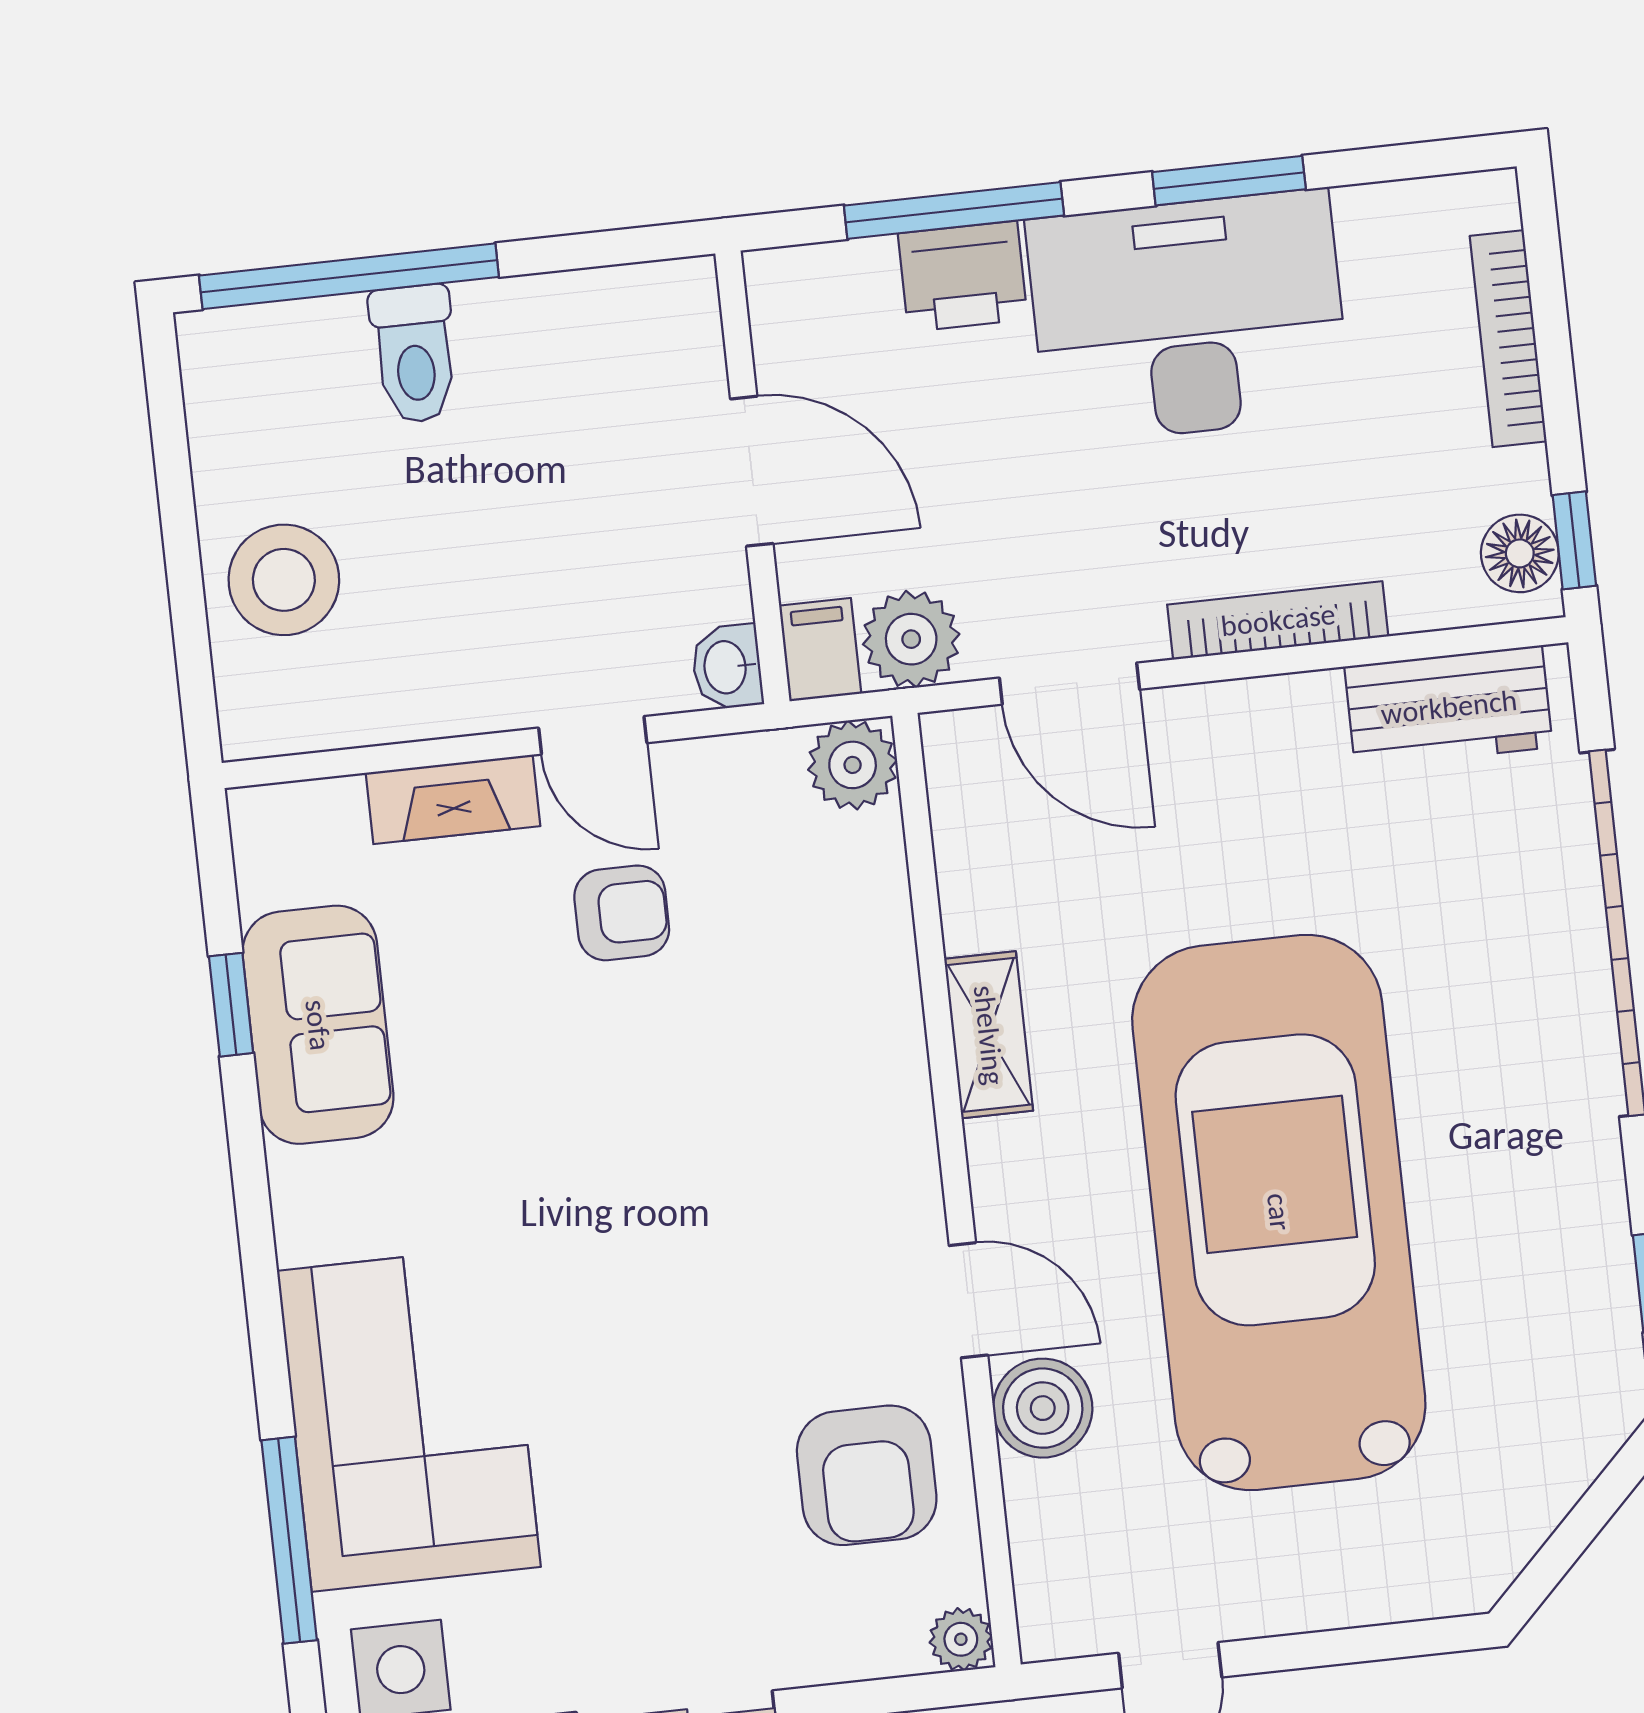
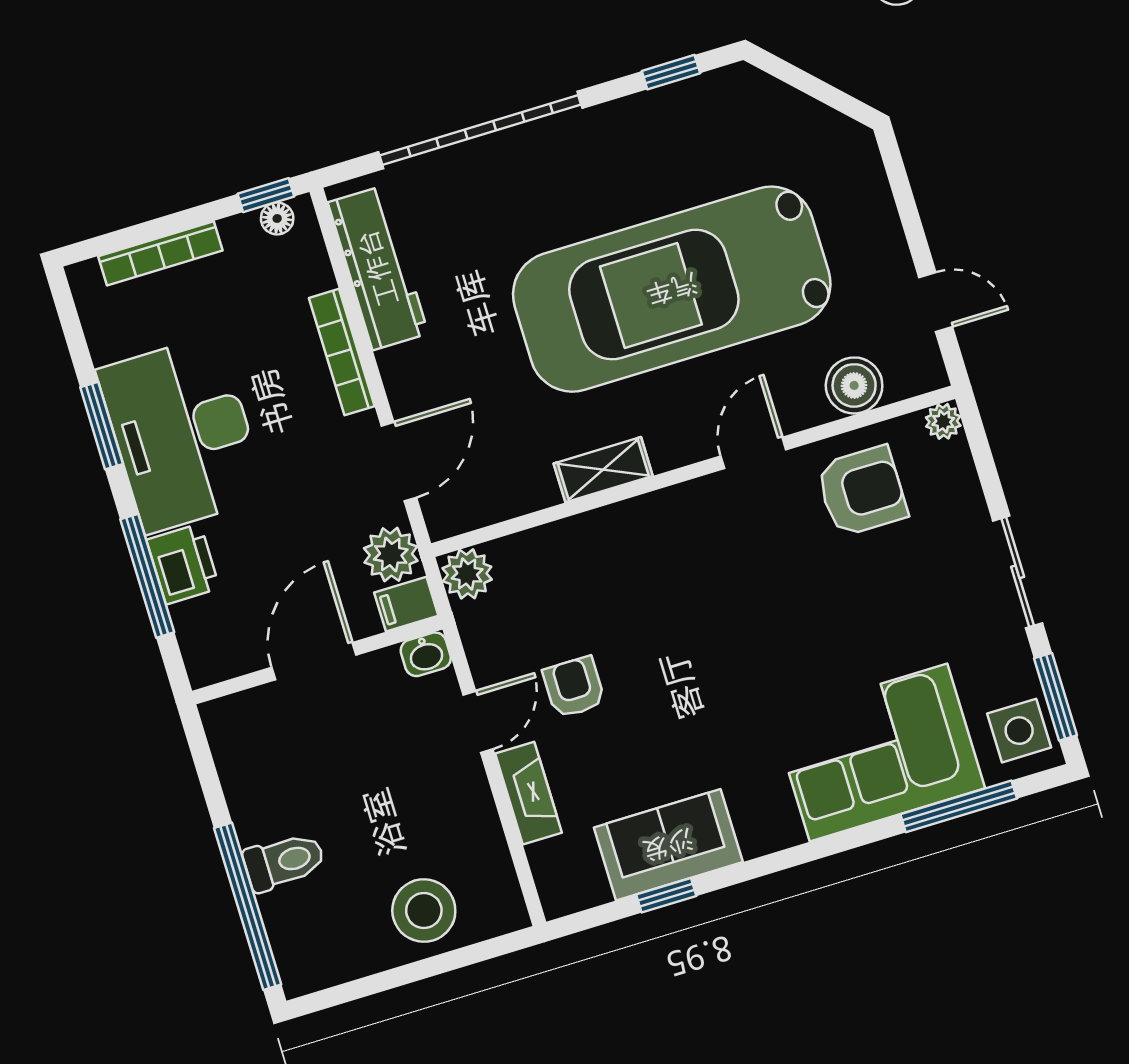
floor lamp: (1520, 553) -> (277, 218), width x0.73, depth x0.73
workbench: (1449, 707) -> (378, 268), width x1.38
boiler: (1043, 1408) -> (854, 385), moved

